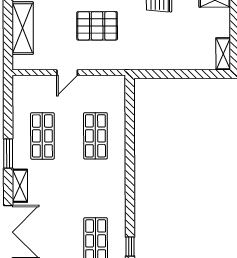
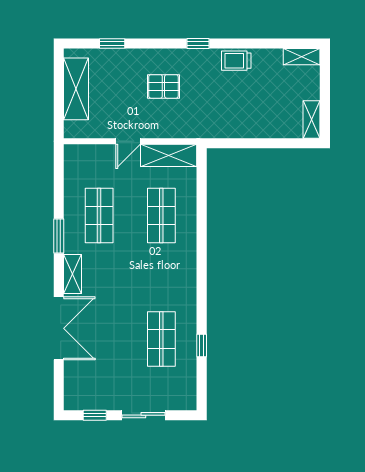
pallet: (97, 26) -> (163, 86), width x0.67, depth x0.71
shelving: (102, 85) -> (169, 155), added

